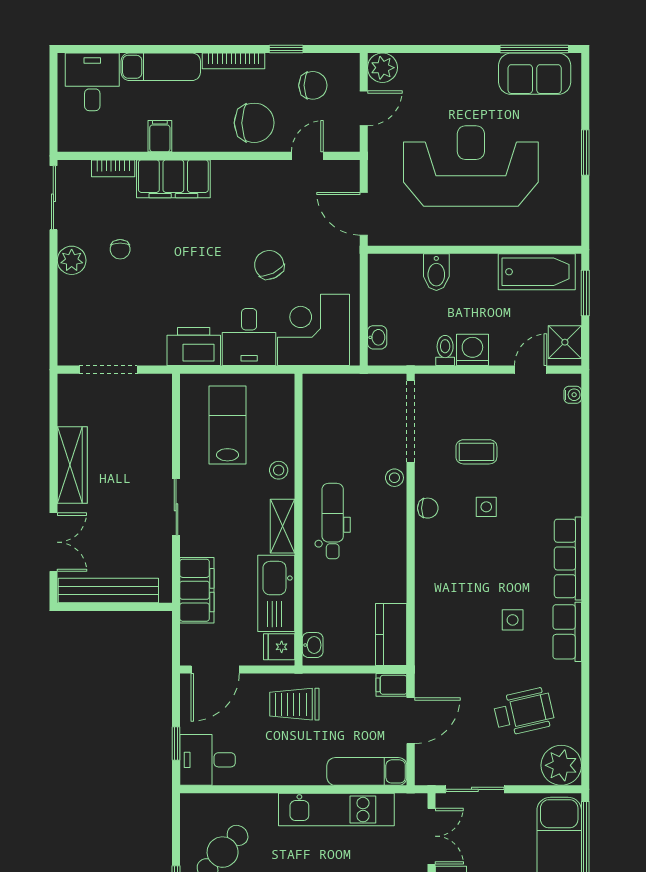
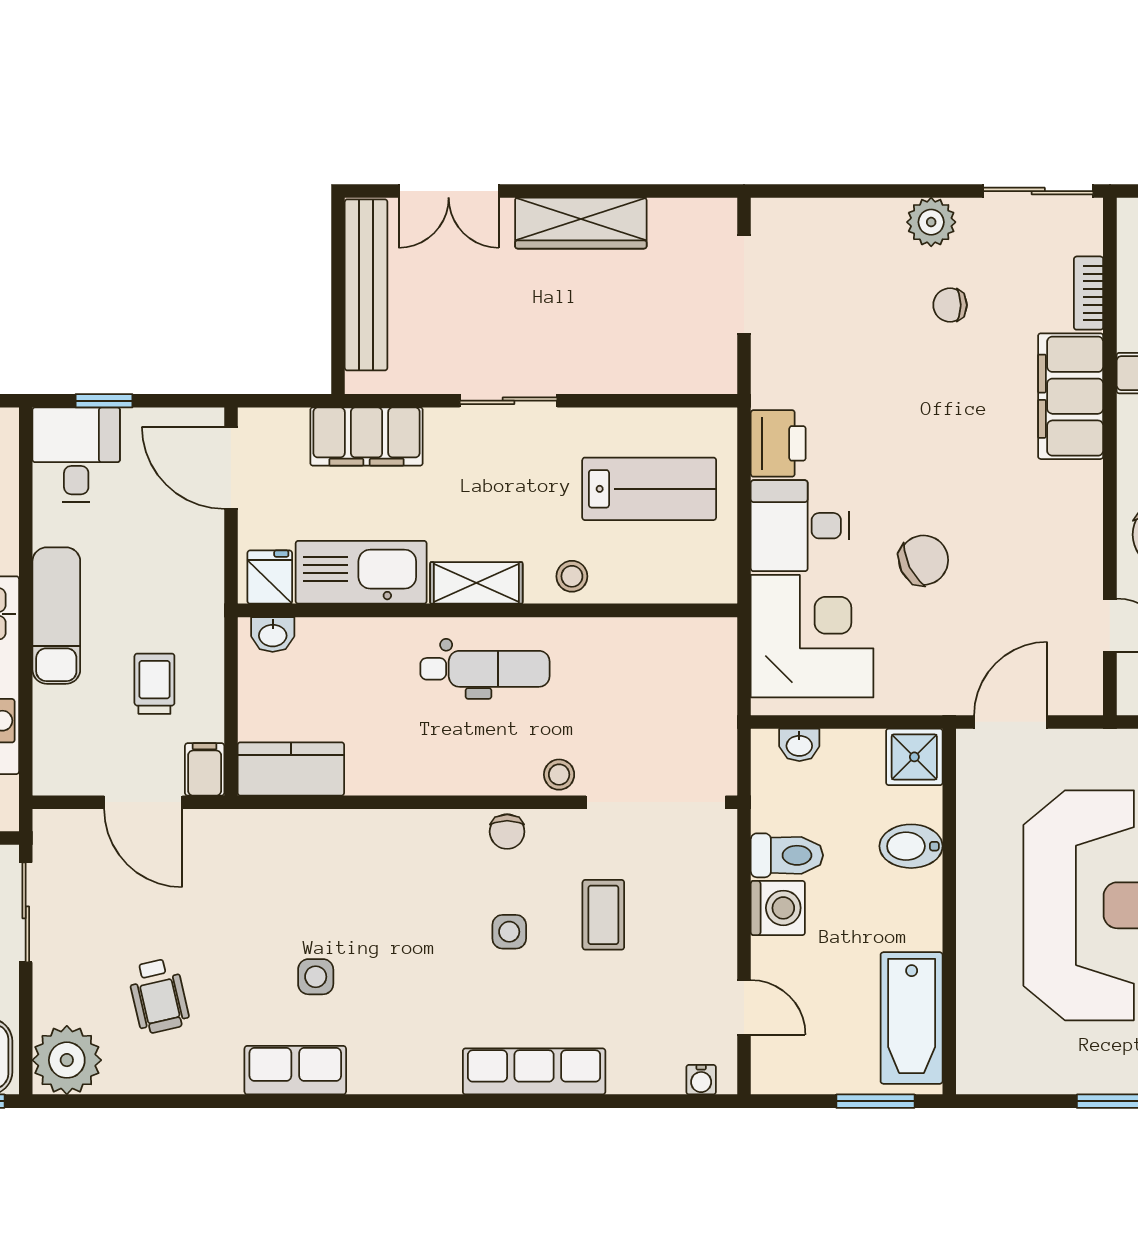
shower: (565, 342) -> (914, 757), moved
printer: (194, 347) -> (778, 443), width x0.73, depth x0.84
toilet: (445, 350) -> (787, 855), width x1.37, depth x1.39
row of seats: (568, 558) -> (534, 1071), moved
trolley: (294, 704) -> (154, 684), moved, width x0.73, depth x0.72
wheelchair: (524, 712) -> (159, 996), width x0.73, depth x0.73
exam couch: (367, 771) -> (56, 616), moved

